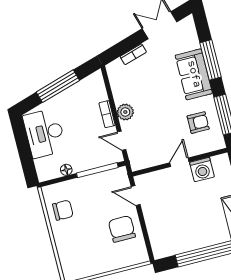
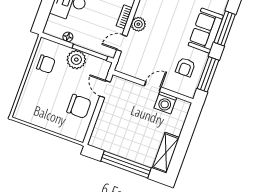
armchair: (198, 123) -> (185, 67), turned 90
door: (122, 141) -> (122, 43), hinge flipped
plant: (89, 186) -> (76, 60), added
chair: (122, 229) -> (79, 106), turned 90

